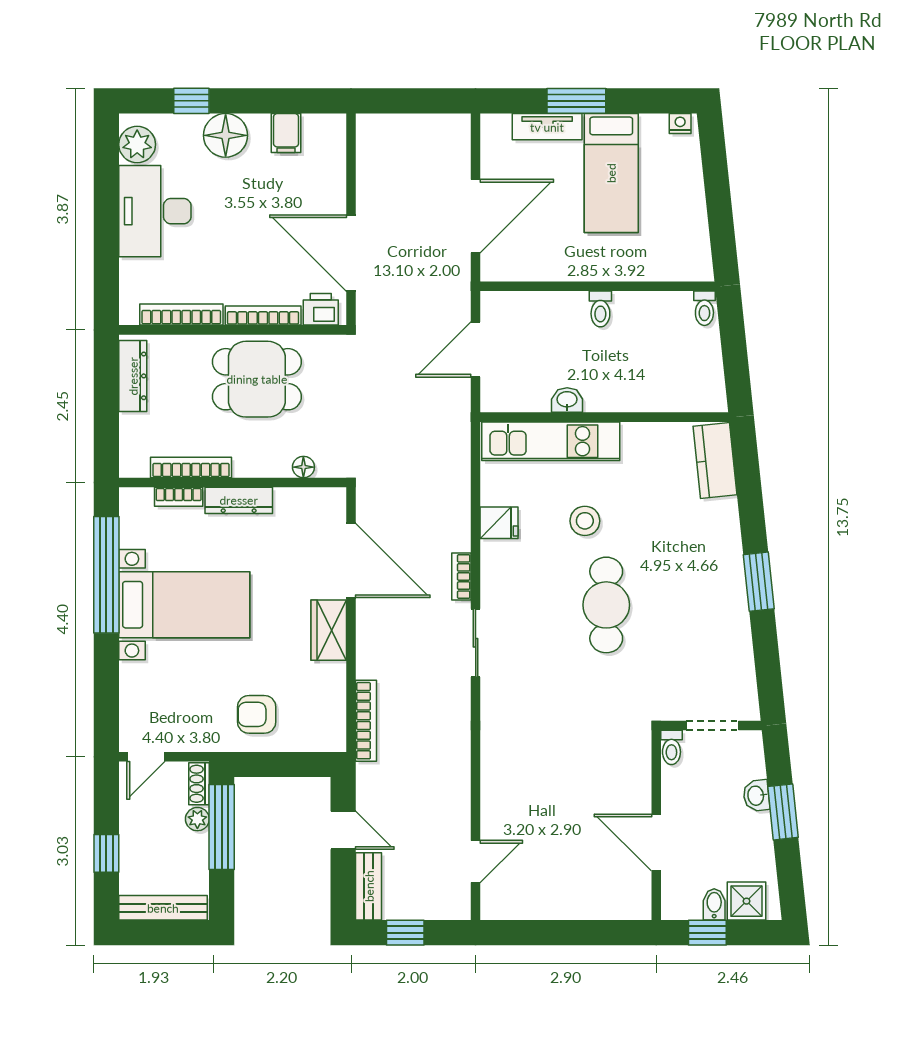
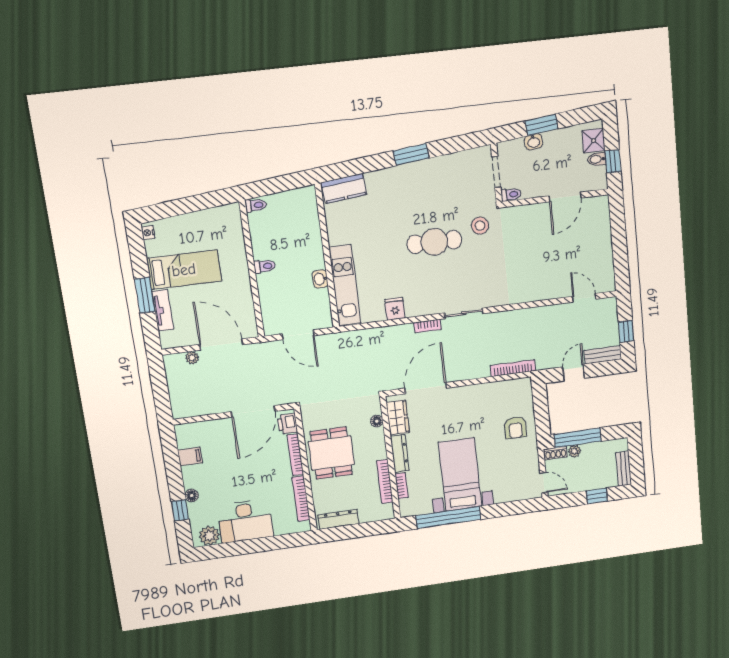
floor lamp: (226, 135) -> (192, 495), width x0.53, depth x0.53
plant: (459, 163) -> (192, 358), added
stool: (585, 521) -> (480, 226), moved
wardrobe: (329, 630) -> (398, 417), moved, turned -90
bench: (163, 908) -> (624, 469), width x0.73

